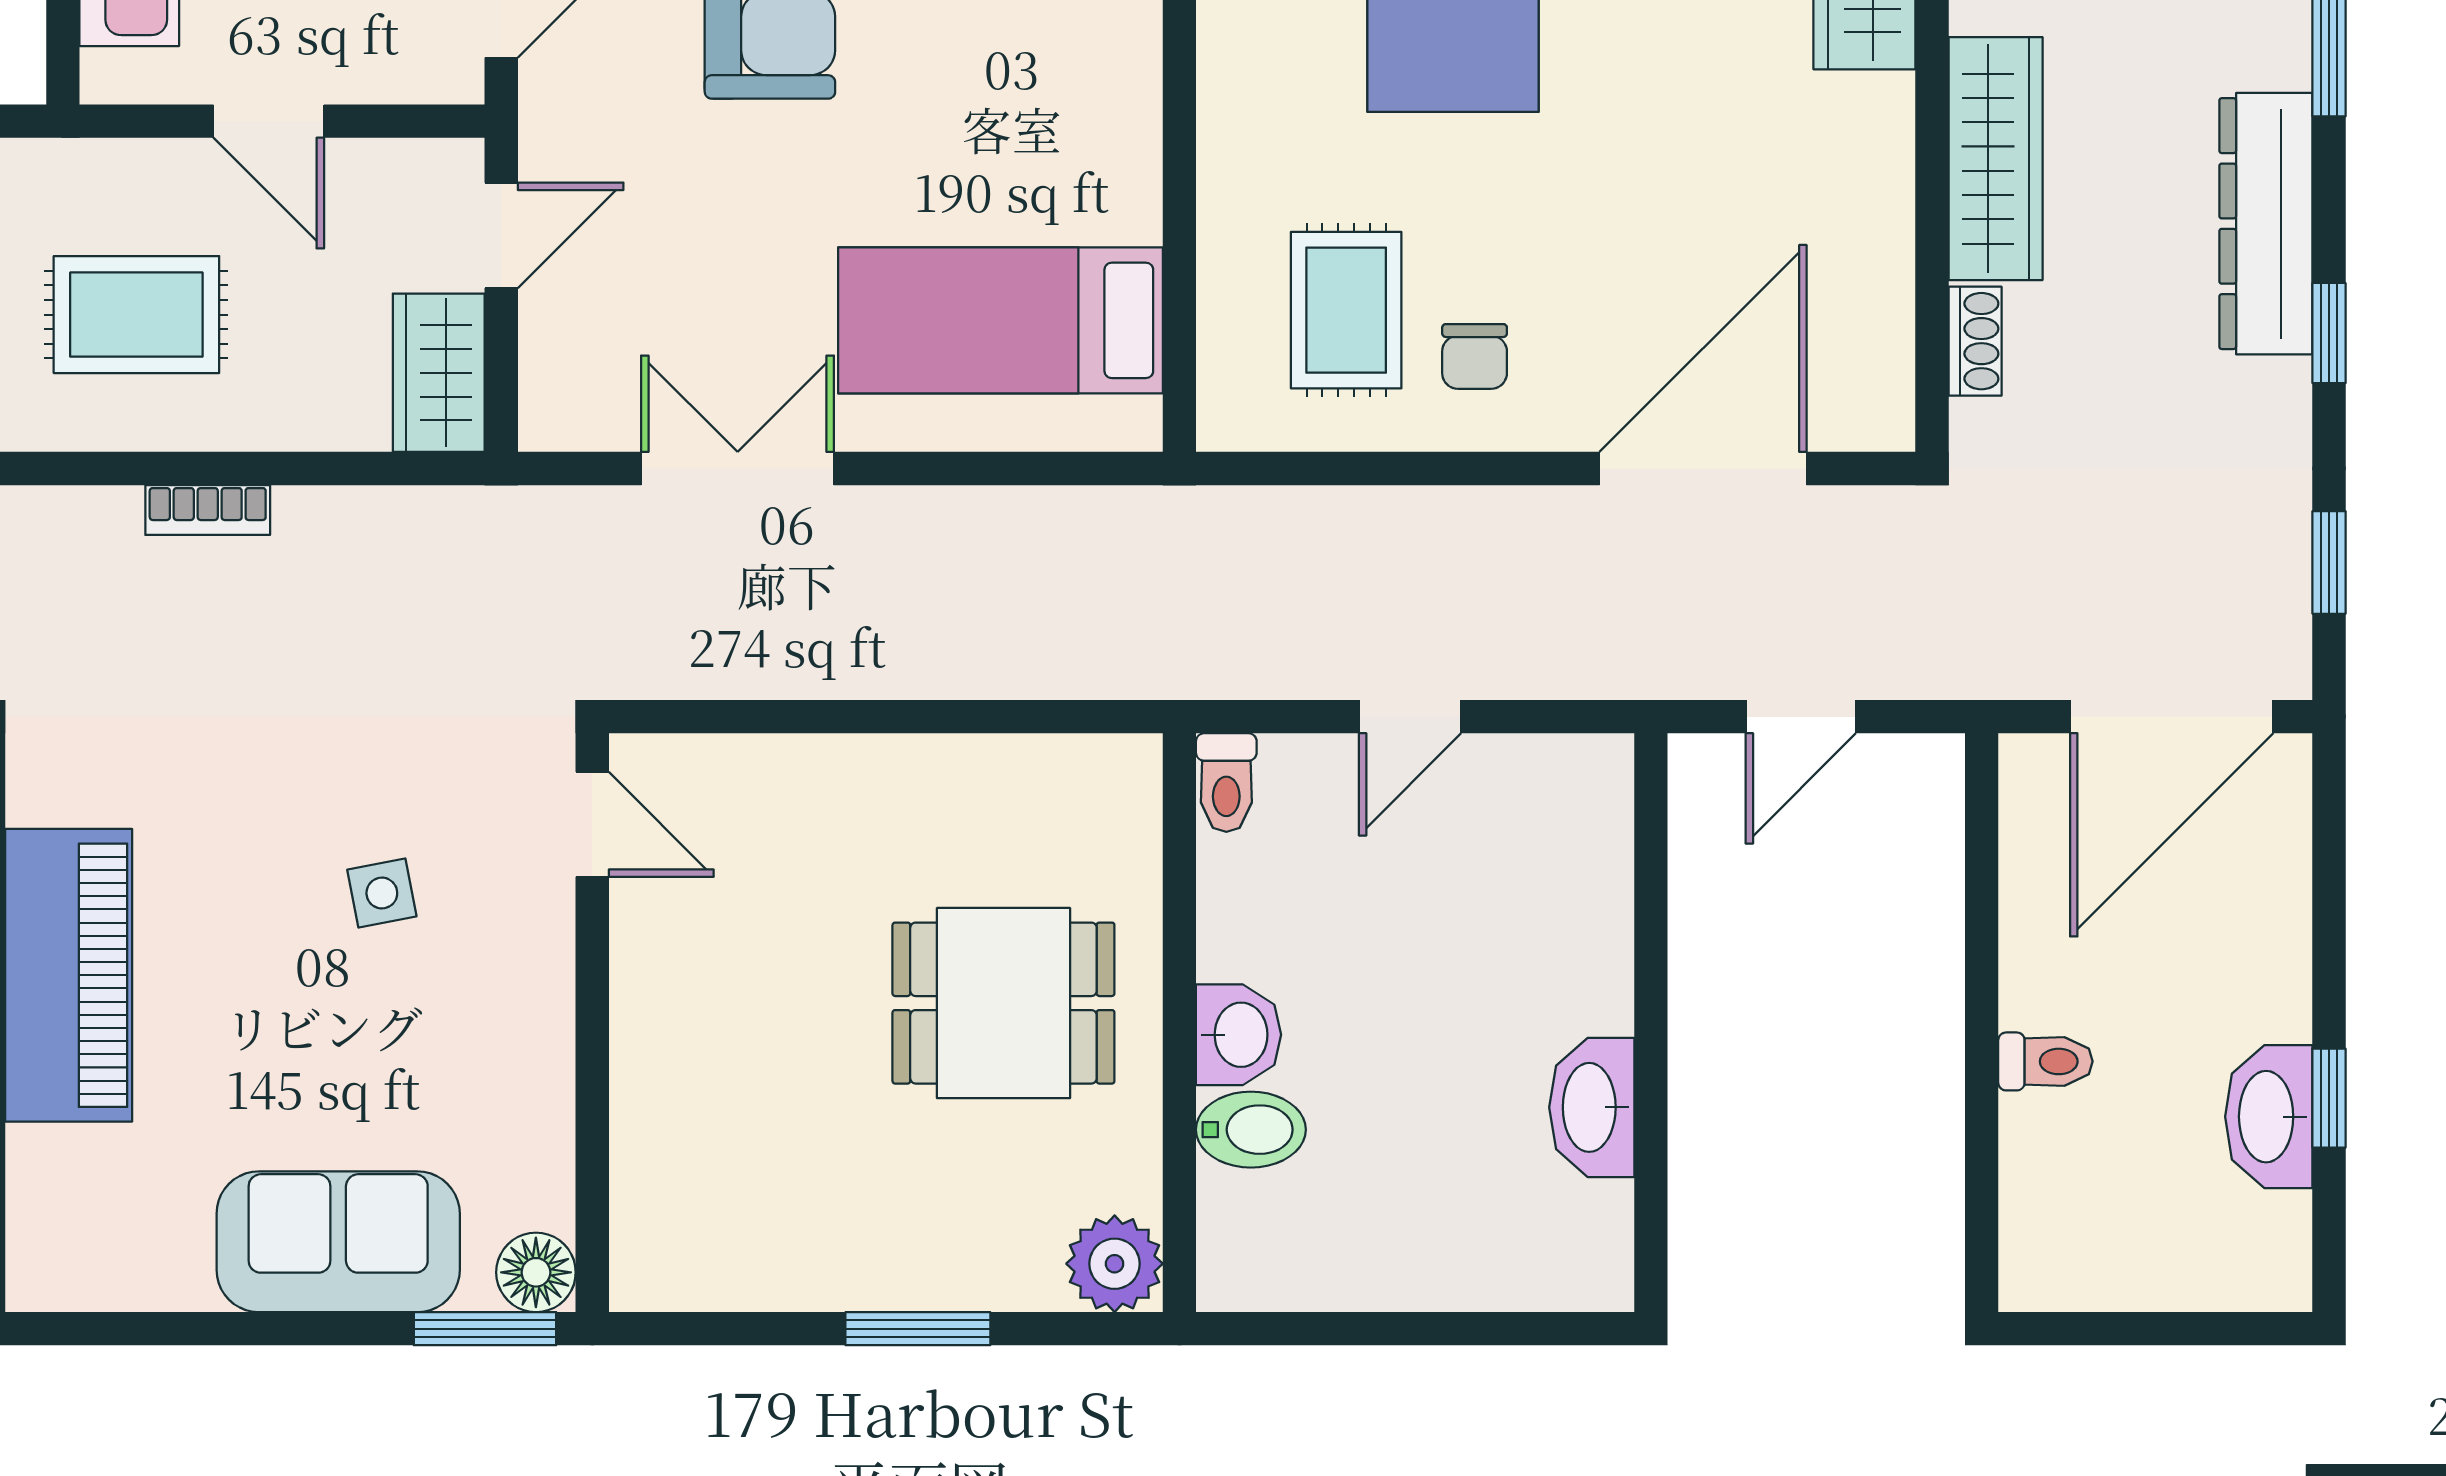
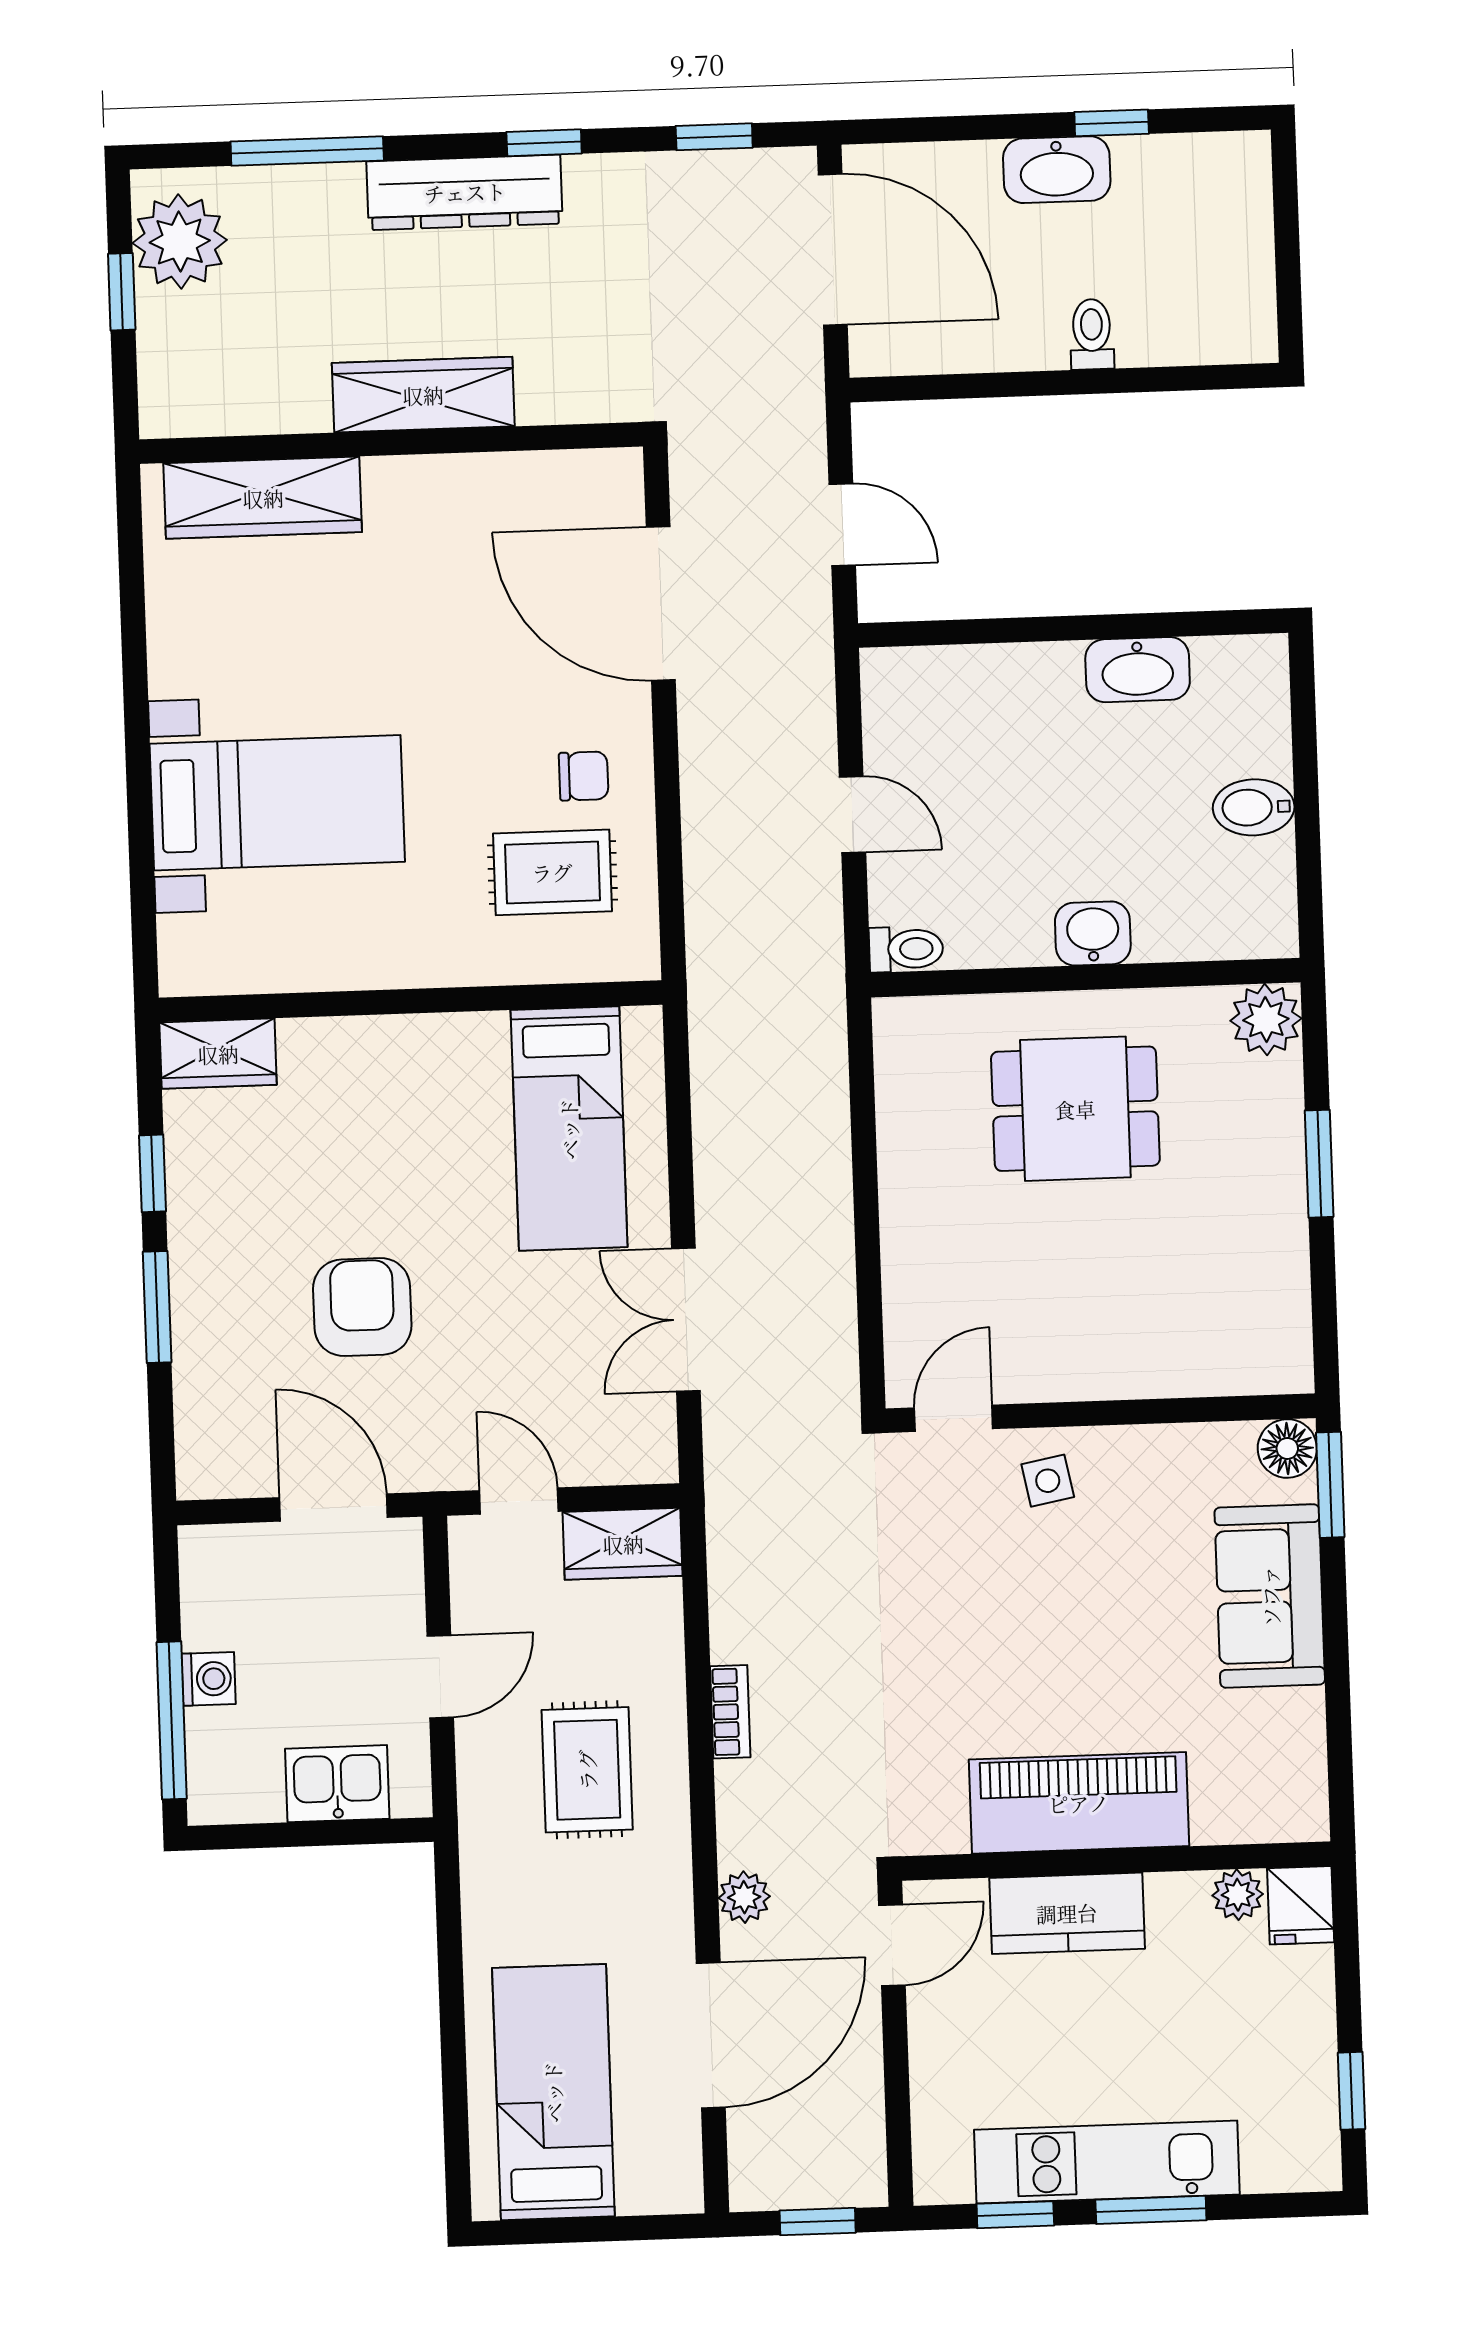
shoe rack: (1975, 341) -> (559, 405), removed
side table: (382, 893) -> (1048, 1481), moved
dining table: (1003, 1003) -> (1075, 1109), turned 90
washbasin: (2269, 1117) -> (1057, 170), moved
bidet: (1251, 1130) -> (1254, 807), moved, turned -90

